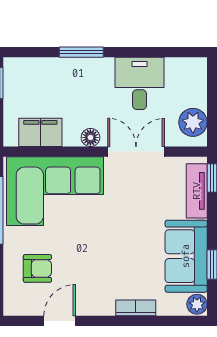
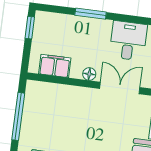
corner sofa: (55, 191) -> (60, 108), removed

